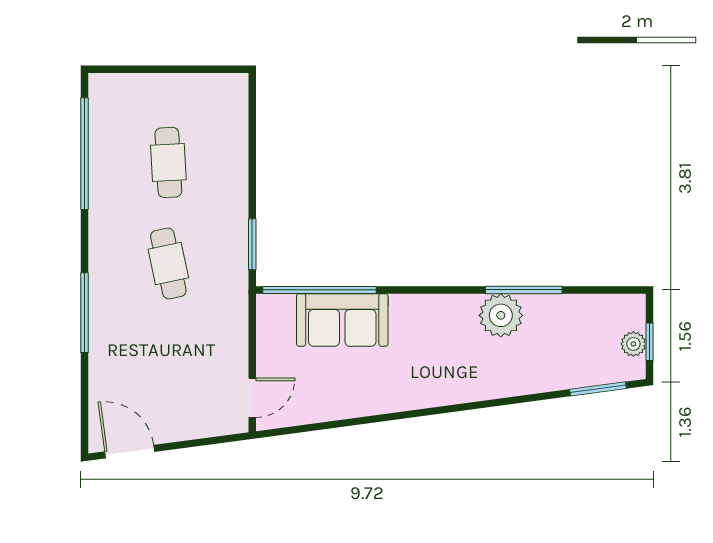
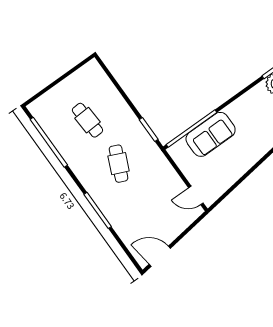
cafe table: (168, 263) -> (119, 164), turned 36
door: (252, 398) -> (196, 195), swing flipped

